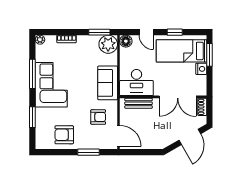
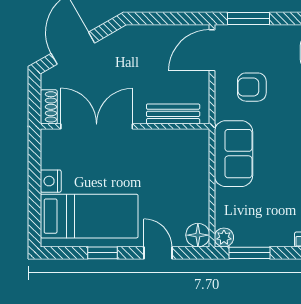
plant: (108, 44) -> (224, 237), width x0.53, depth x0.53
window: (209, 55) -> (35, 208), removed
desk: (136, 83) -> (177, 154), removed
door: (119, 136) -> (212, 50), hinge flipped
window: (89, 152) -> (248, 18), moved

